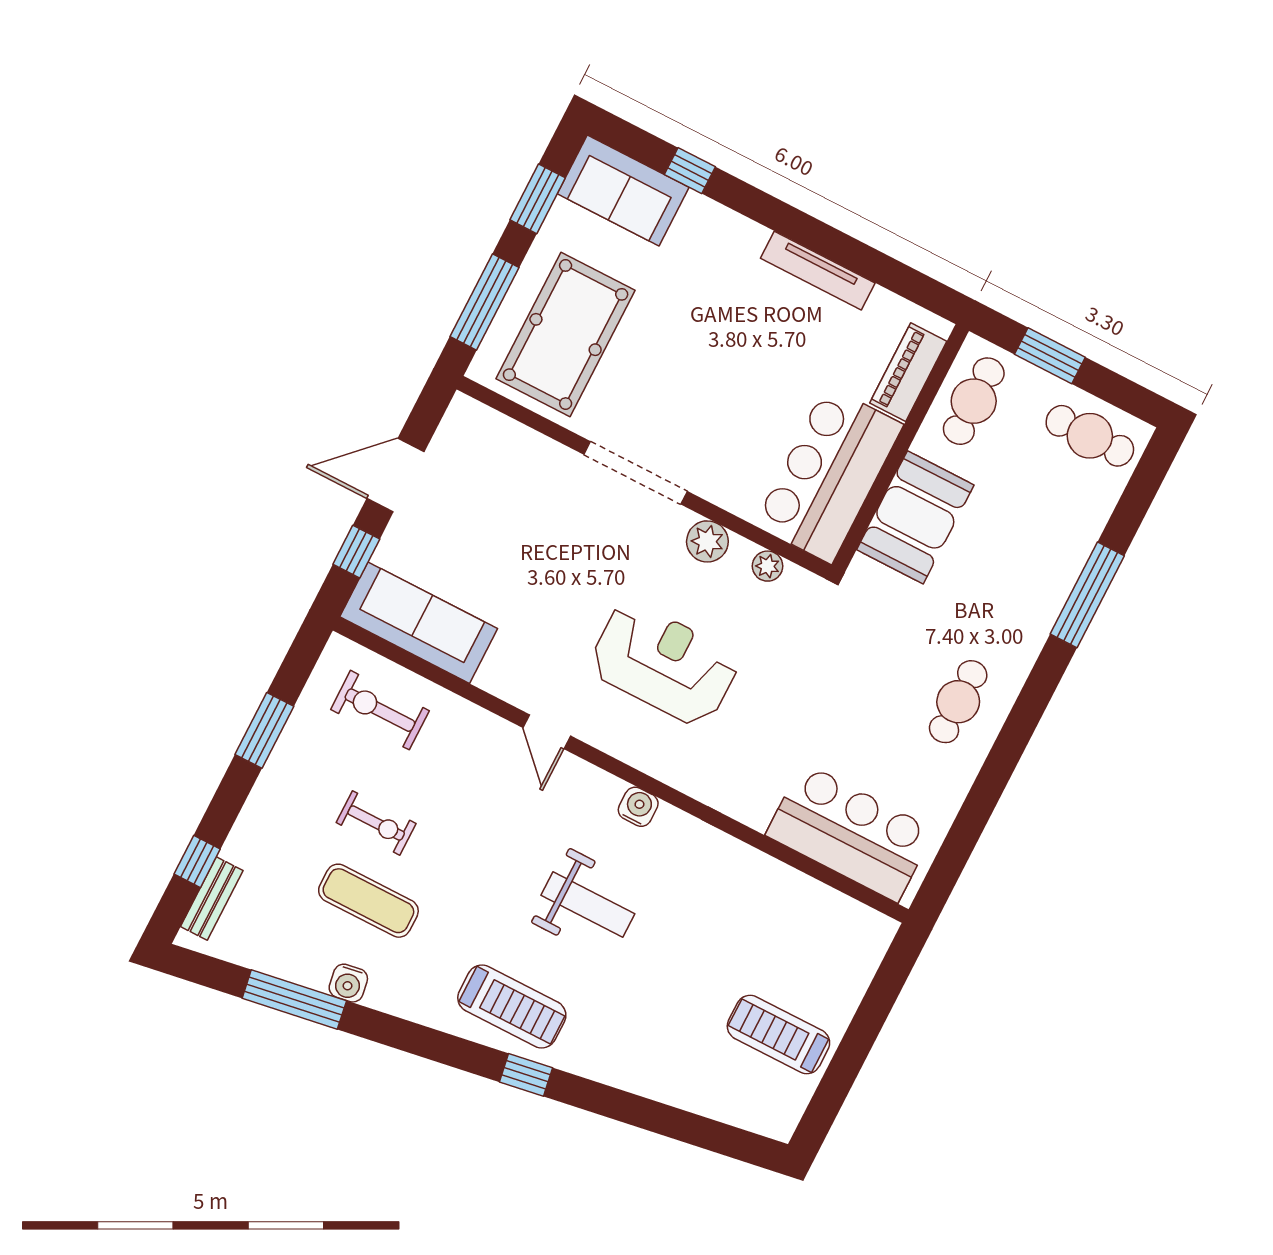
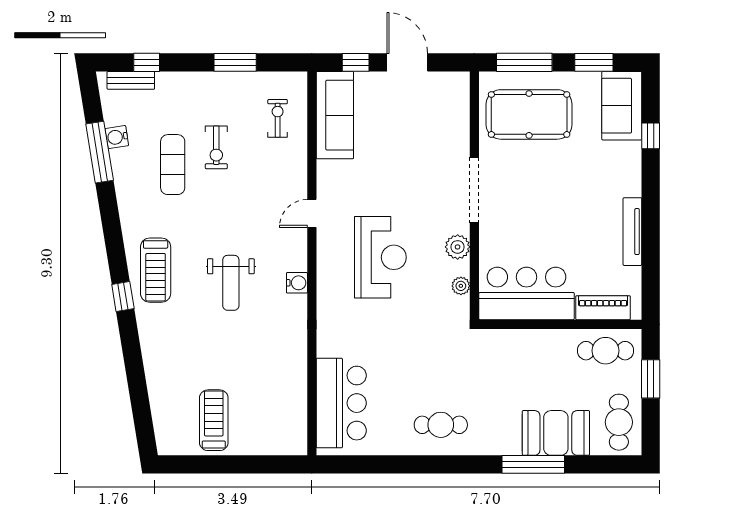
booth: (915, 517) -> (556, 433), moved
exercise bike: (380, 710) -> (278, 118), width x0.73, depth x0.72
water cooler: (348, 983) -> (117, 137), moved

